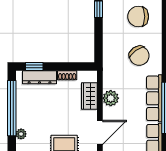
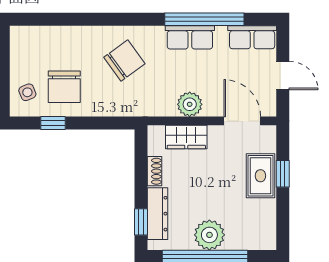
chair: (138, 17) -> (64, 87), moved
row of seats: (154, 98) -> (190, 37), width x0.68
plant: (21, 134) -> (209, 235), moved, width x1.87, depth x1.87

